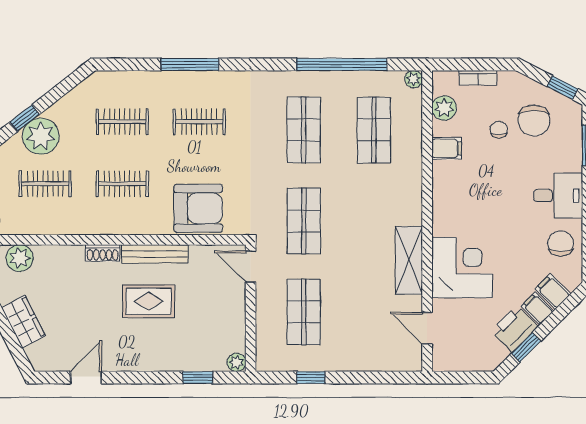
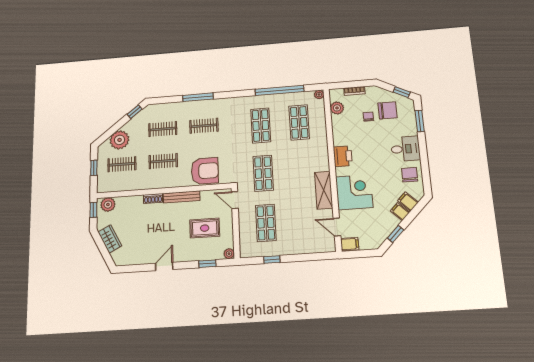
window: (25, 118) -> (135, 112), moved
chair: (534, 121) -> (388, 110), turned -90
filing cabinet: (447, 148) -> (350, 244), moved
rug: (149, 301) -> (205, 228), moved
printer: (514, 329) -> (343, 156), moved, turned 135
door: (86, 378) -> (164, 266), moved

